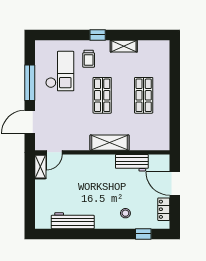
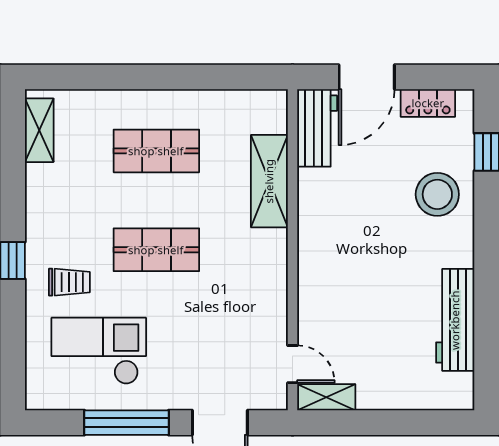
shelving: (124, 46) -> (39, 130), moved
shelving: (110, 143) -> (269, 181), moved
workbench: (132, 163) -> (317, 128), moved
stool: (125, 213) -> (437, 194), width x1.89, depth x1.89

